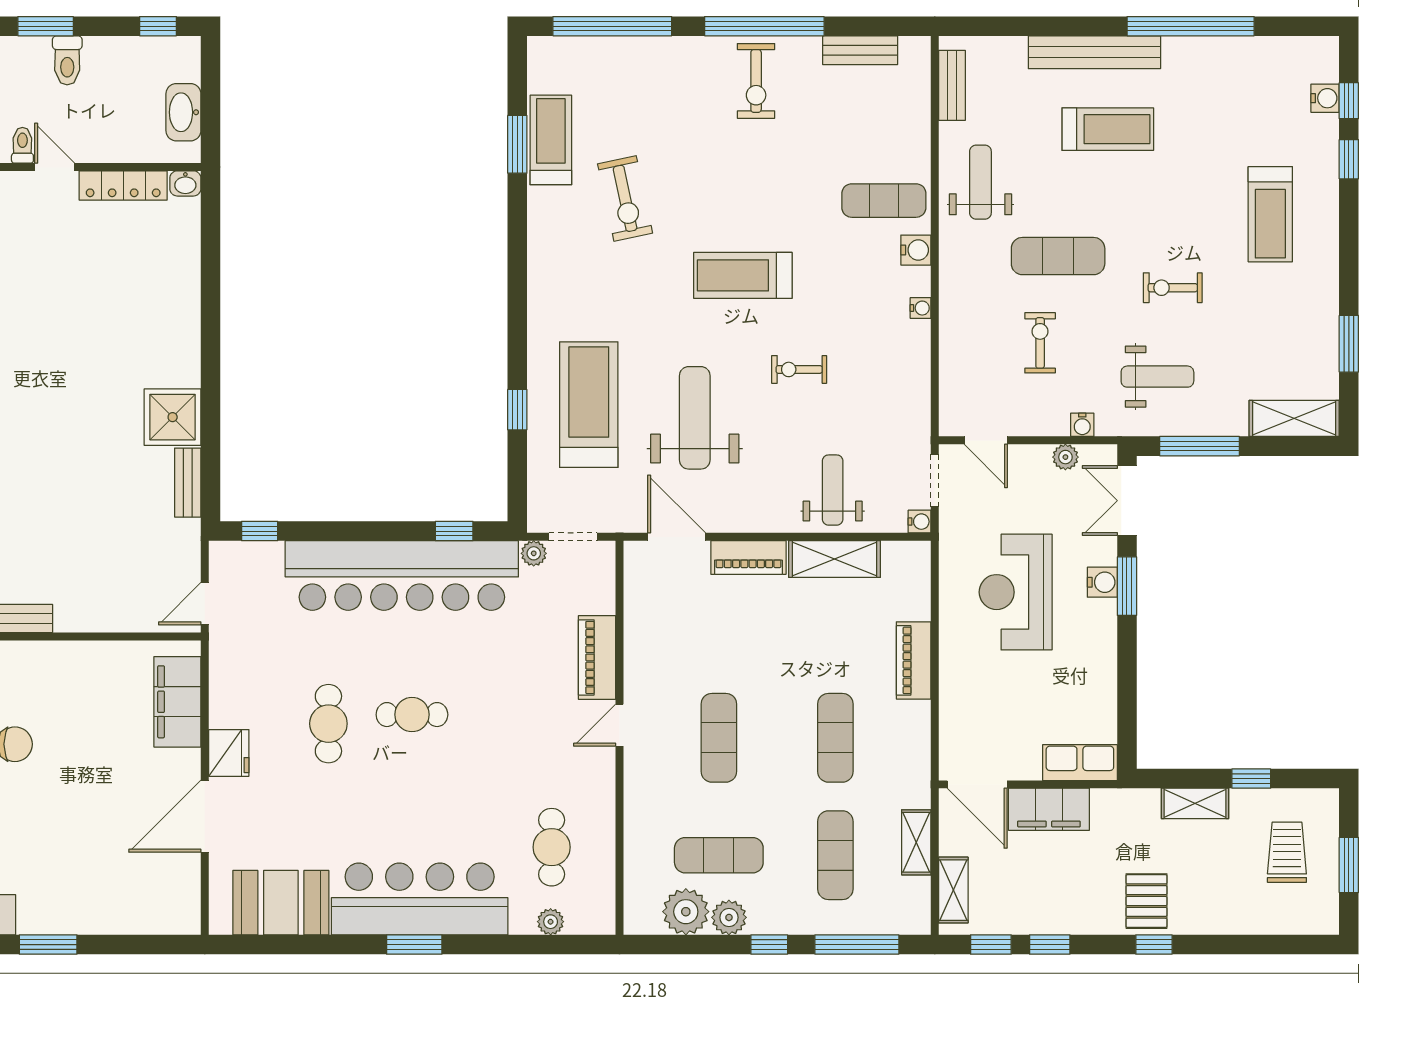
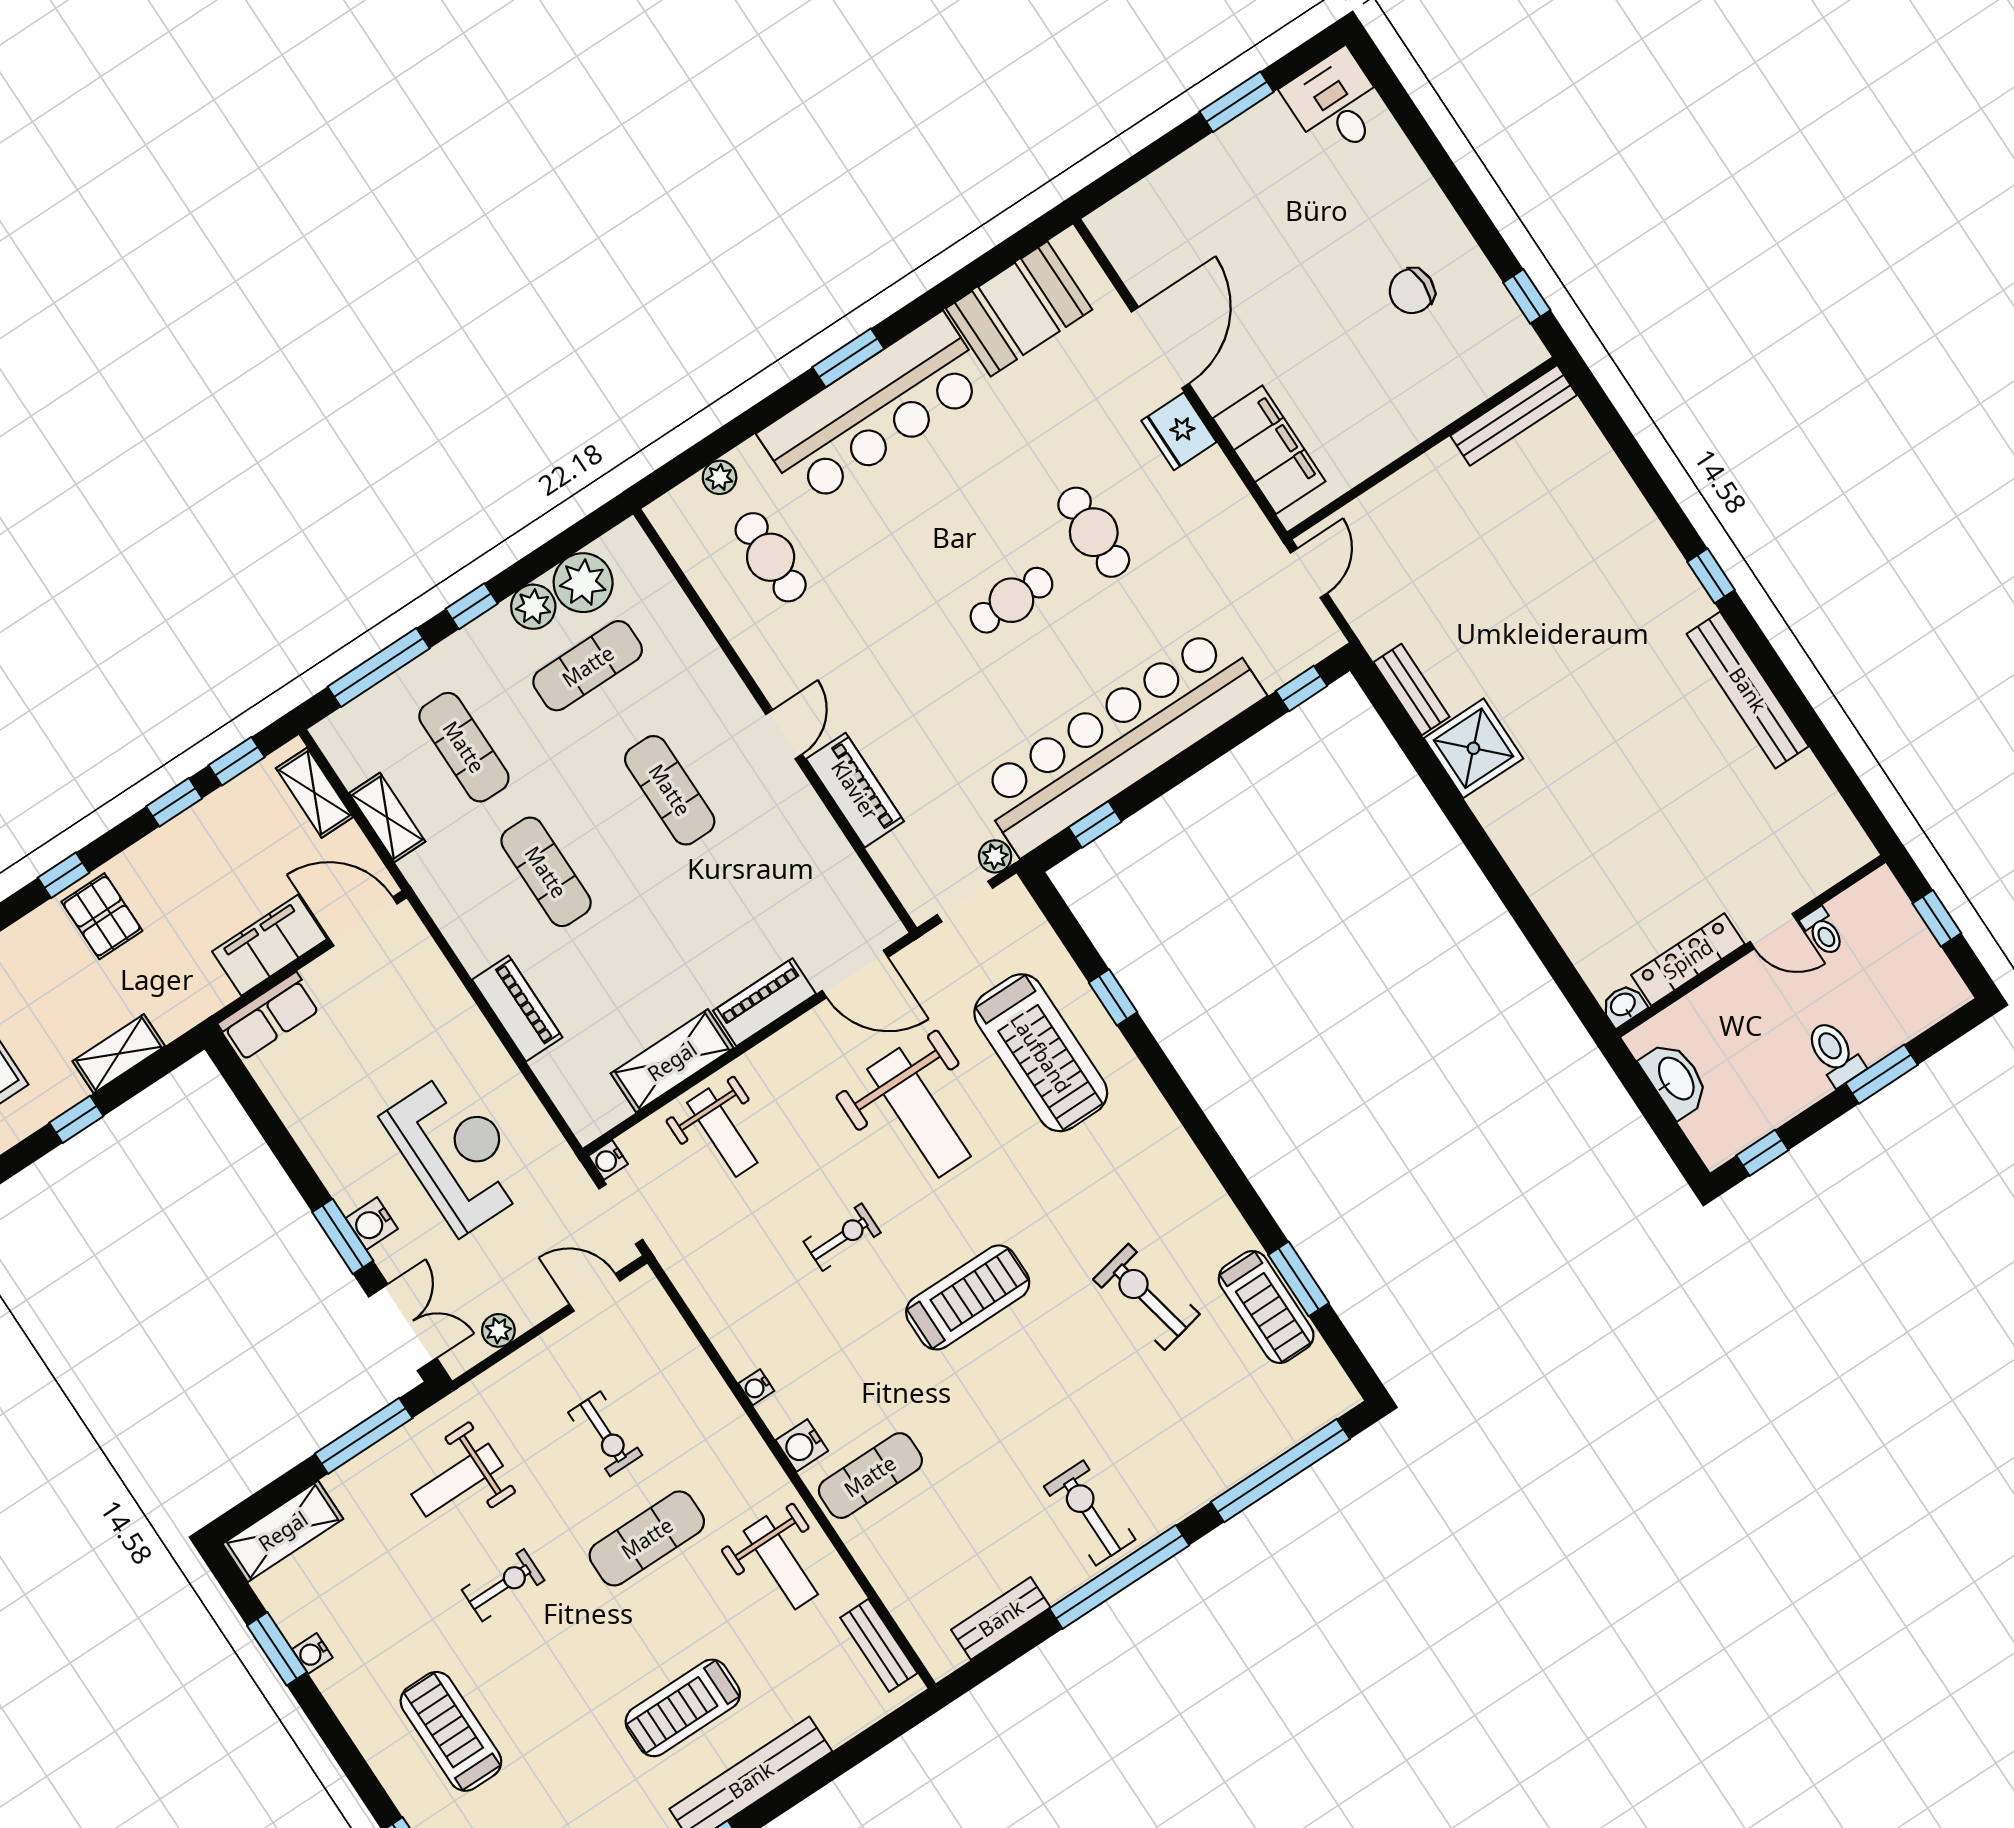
water cooler: (1082, 425) -> (312, 1653), moved, turned -90

